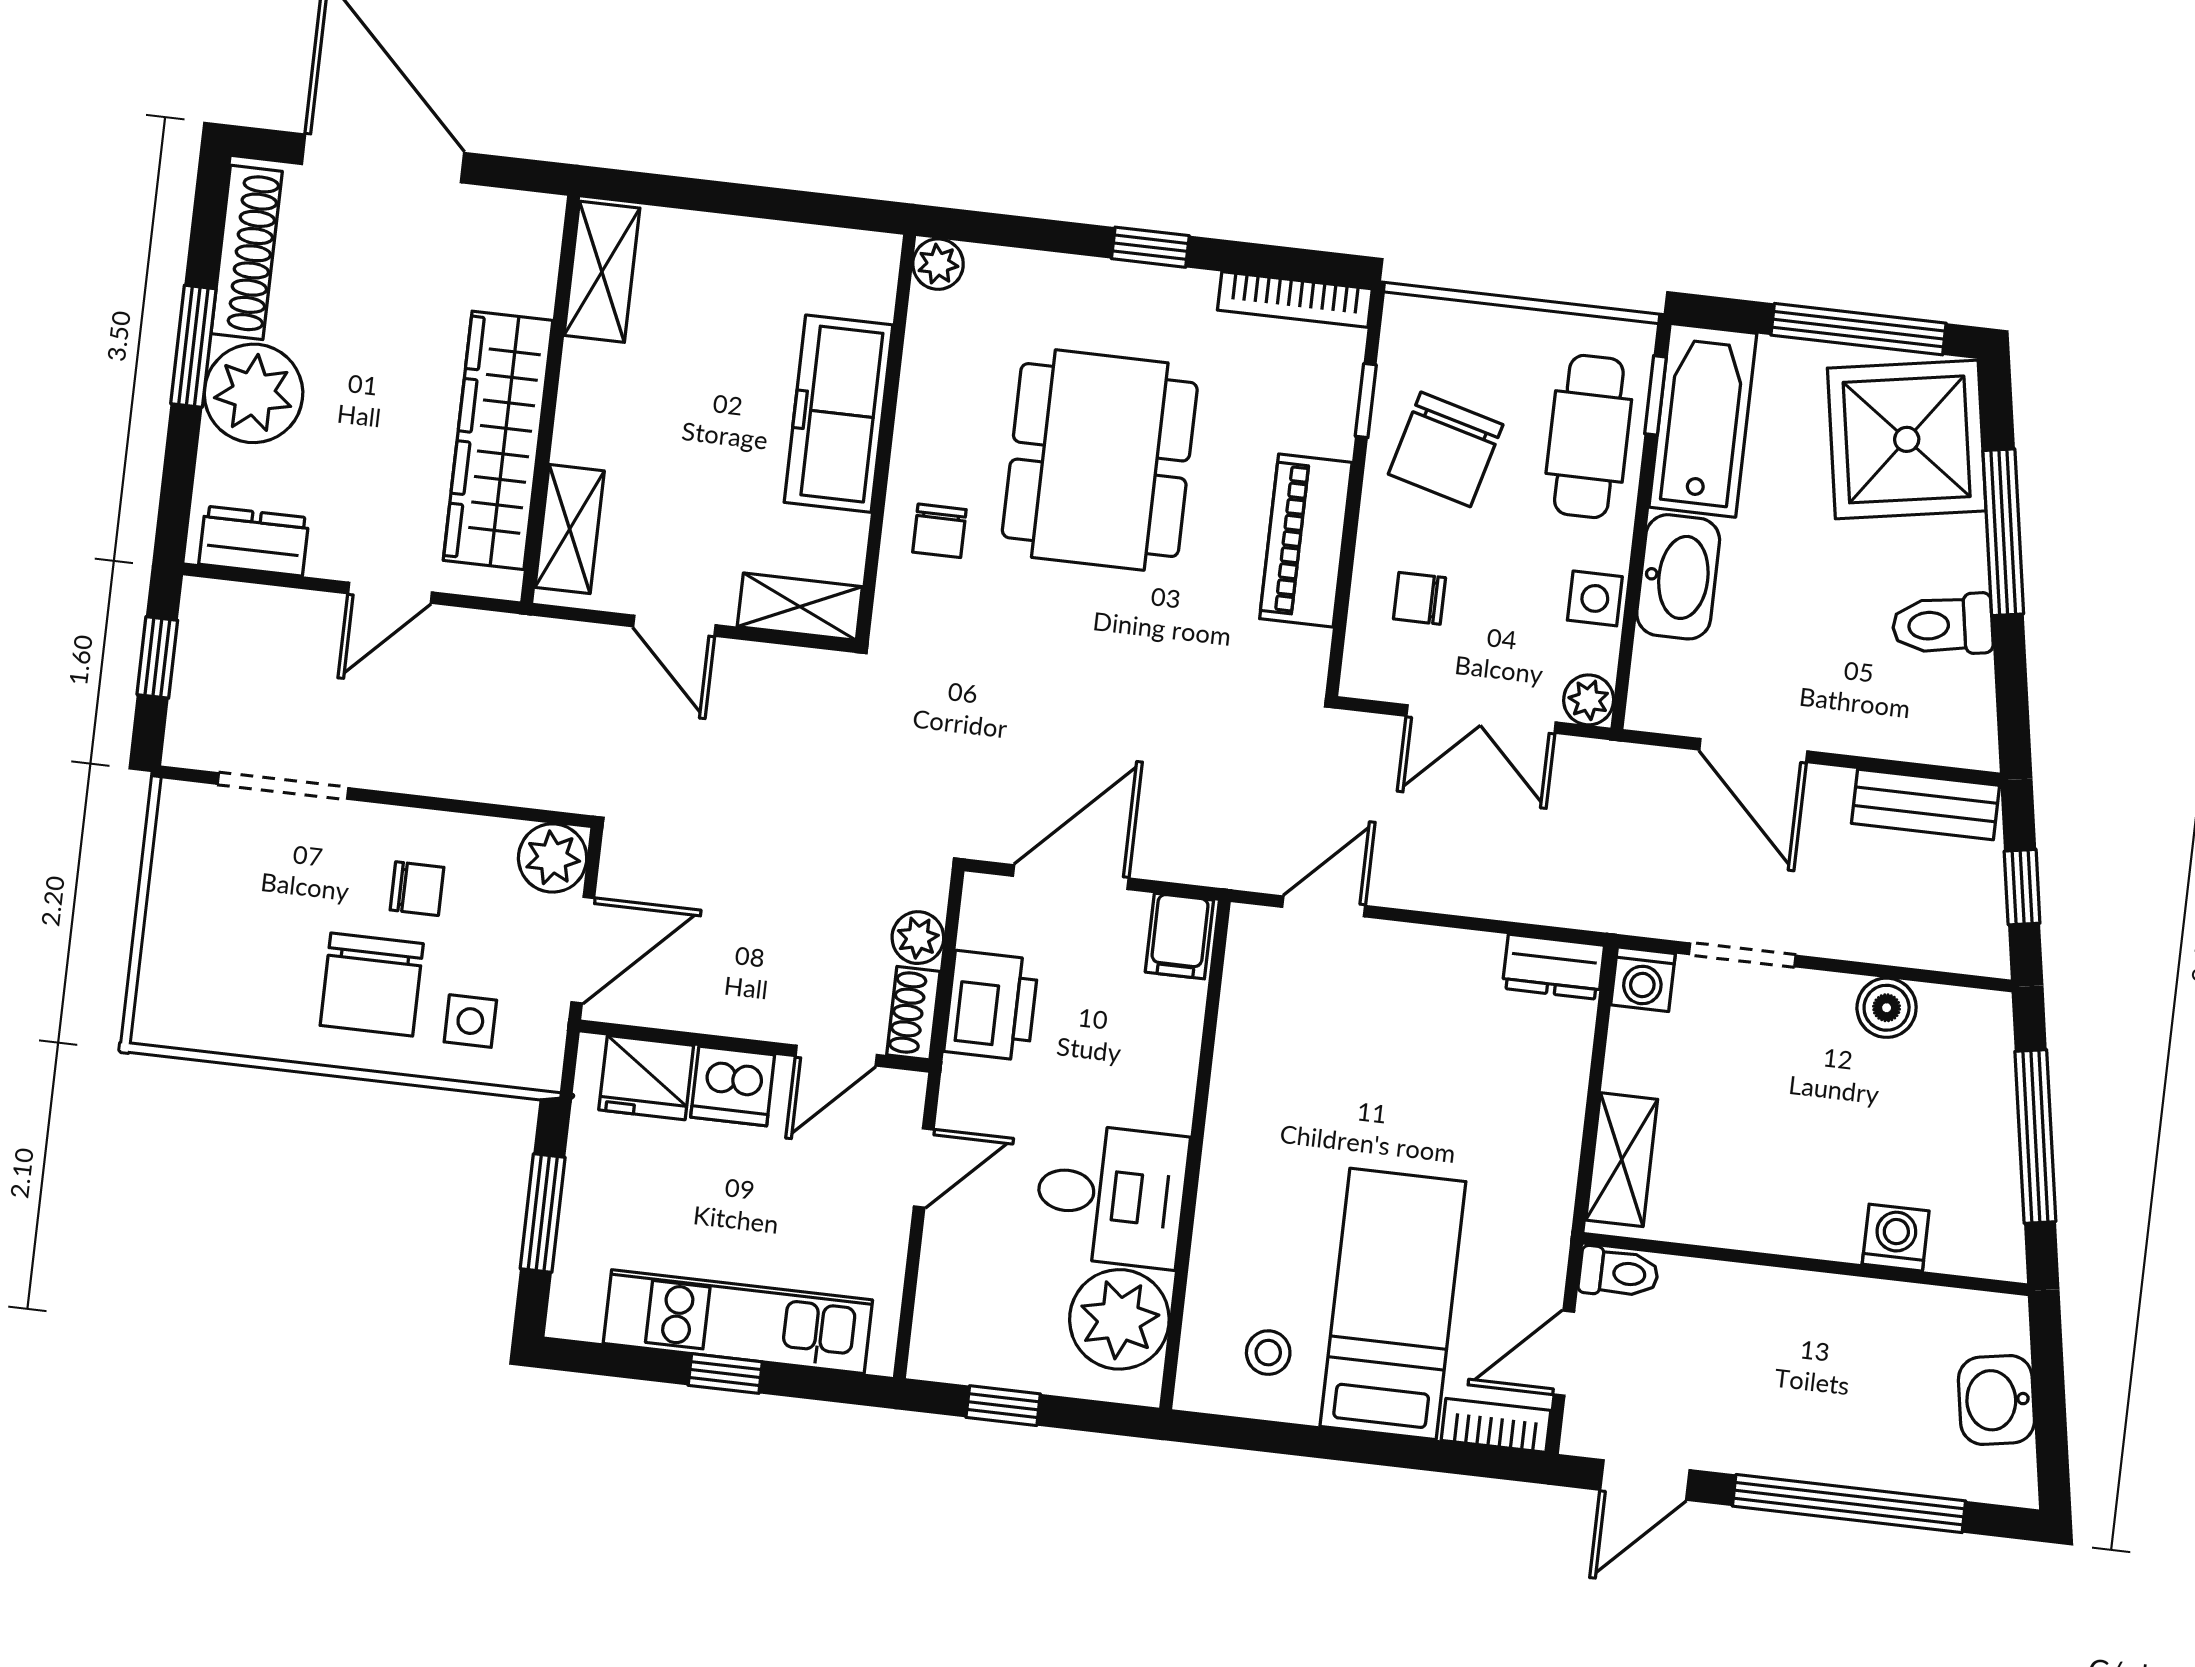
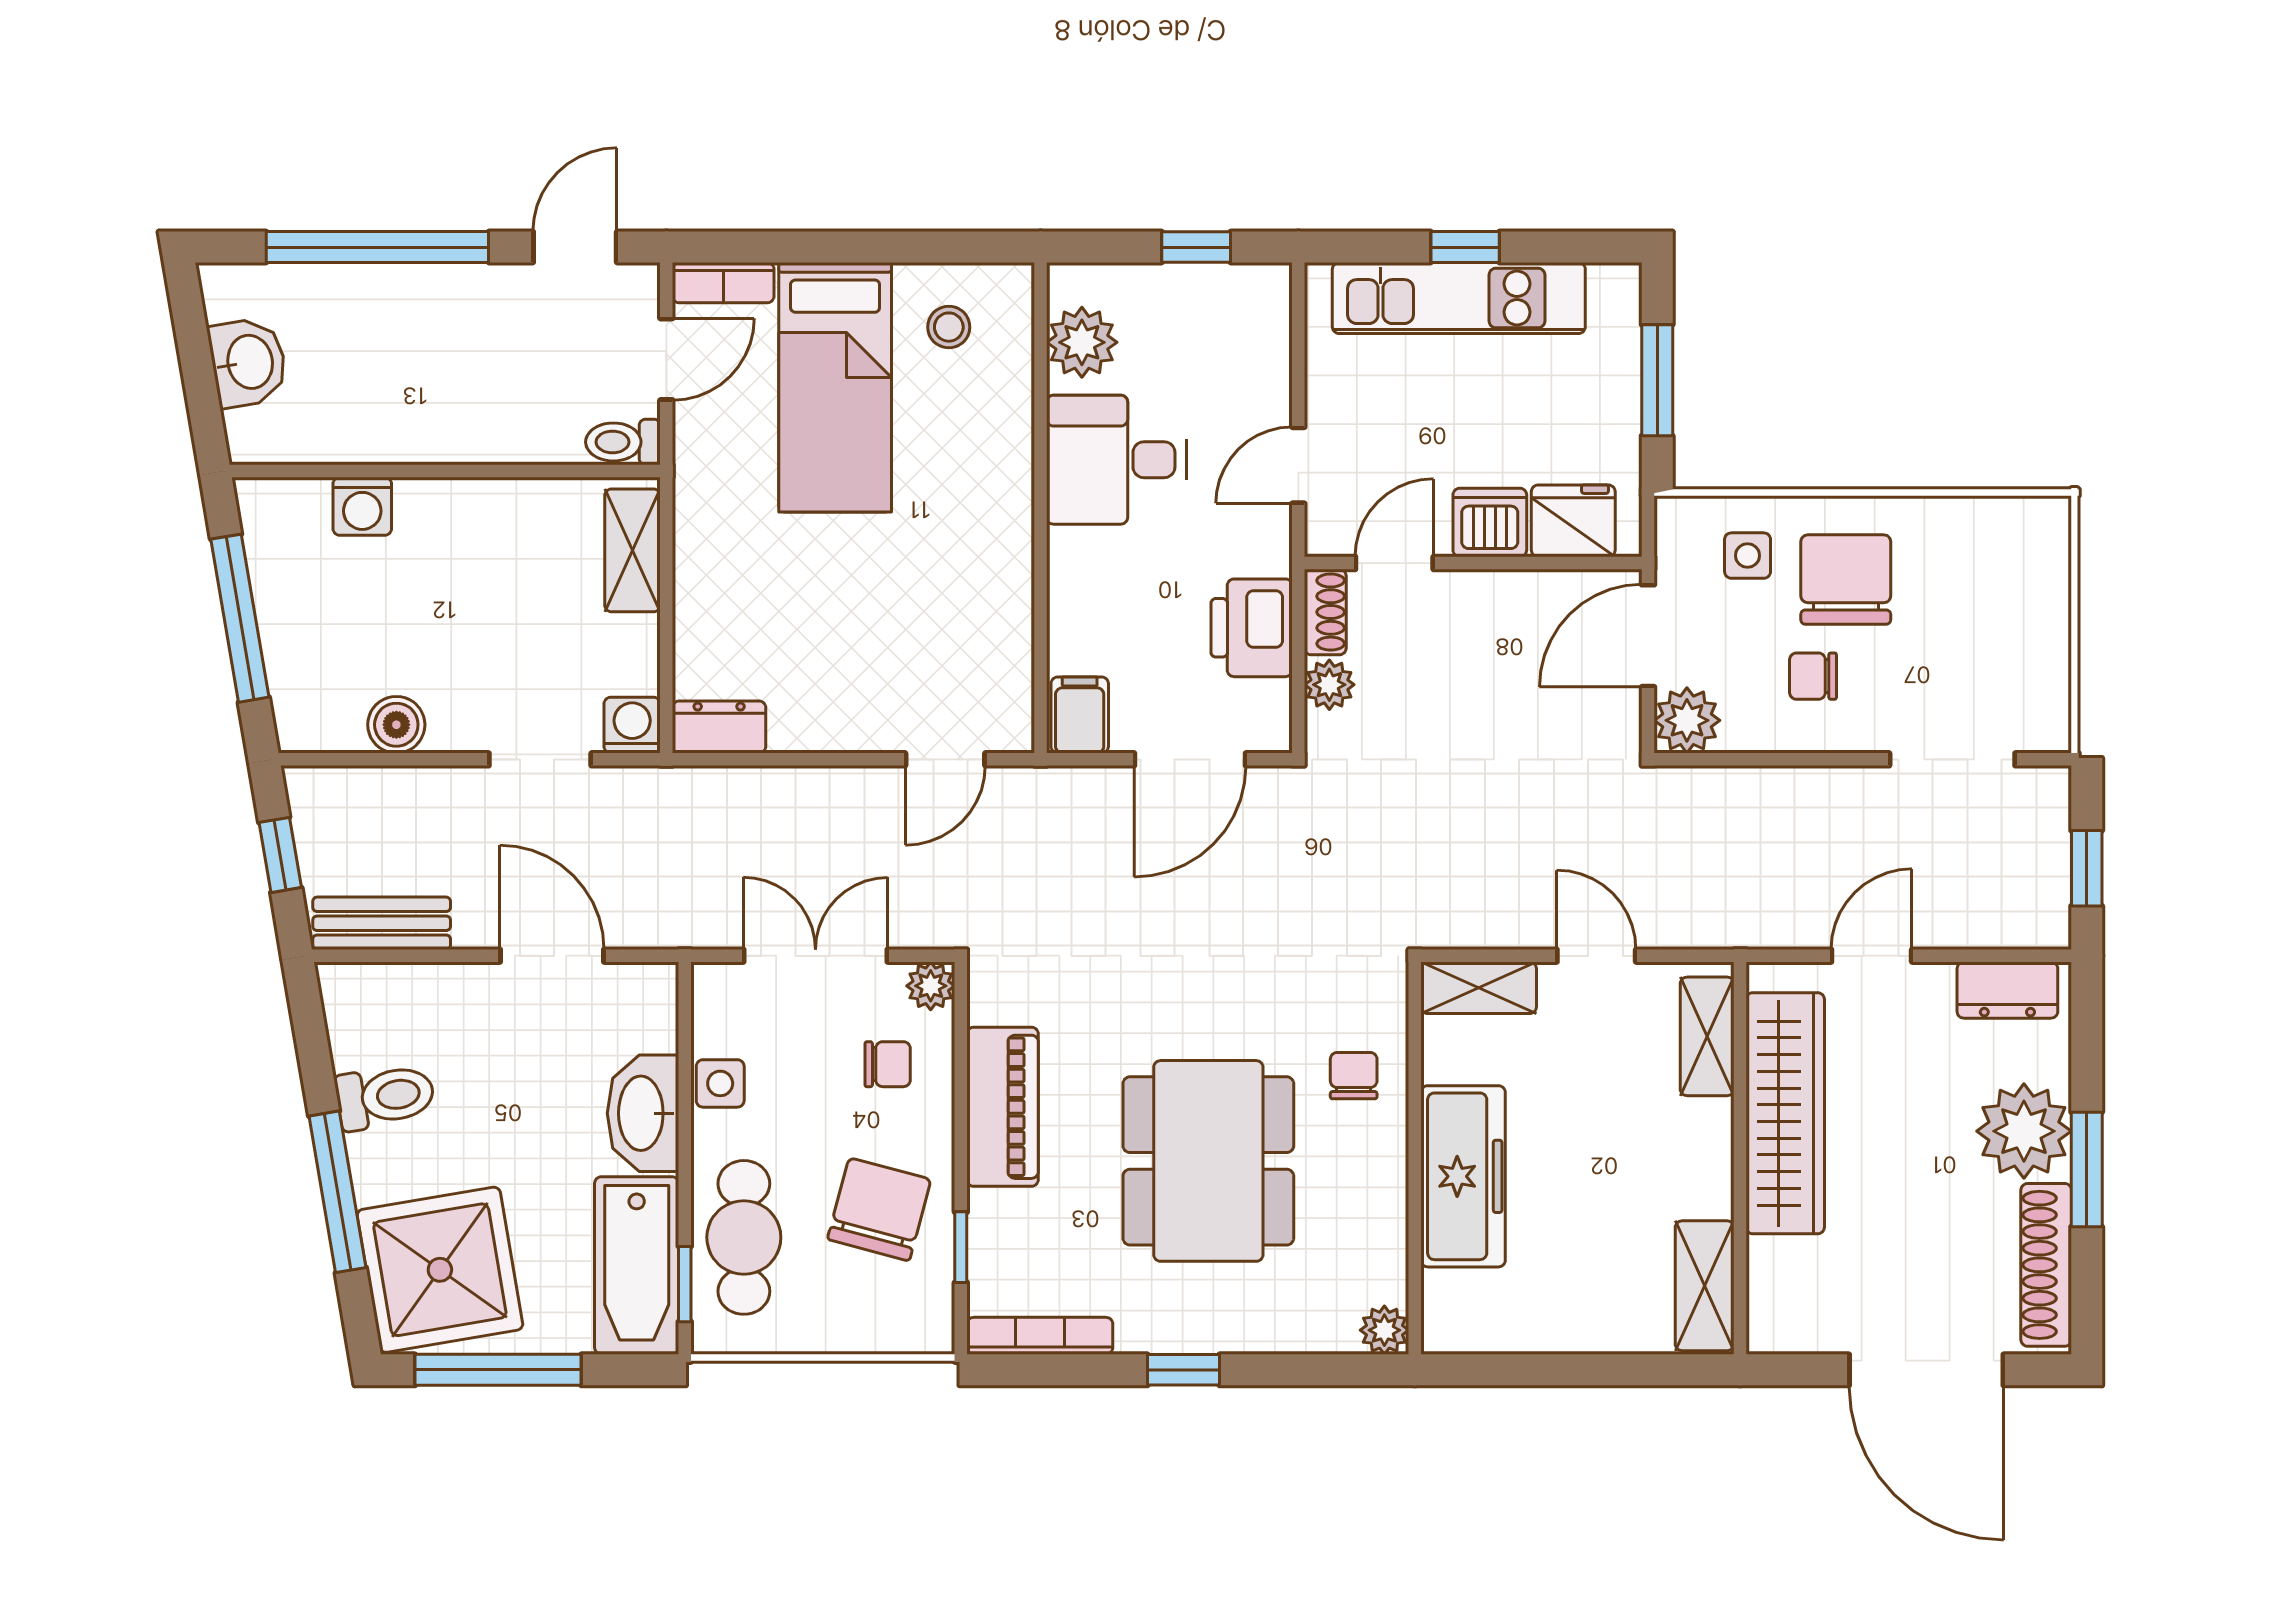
plant: (1589, 700) -> (931, 986), moved
plant: (1119, 1319) -> (1082, 342), width x0.73, depth x0.73

